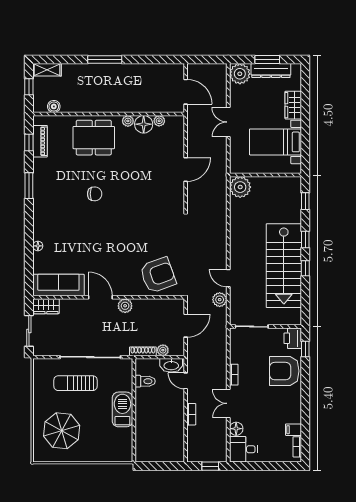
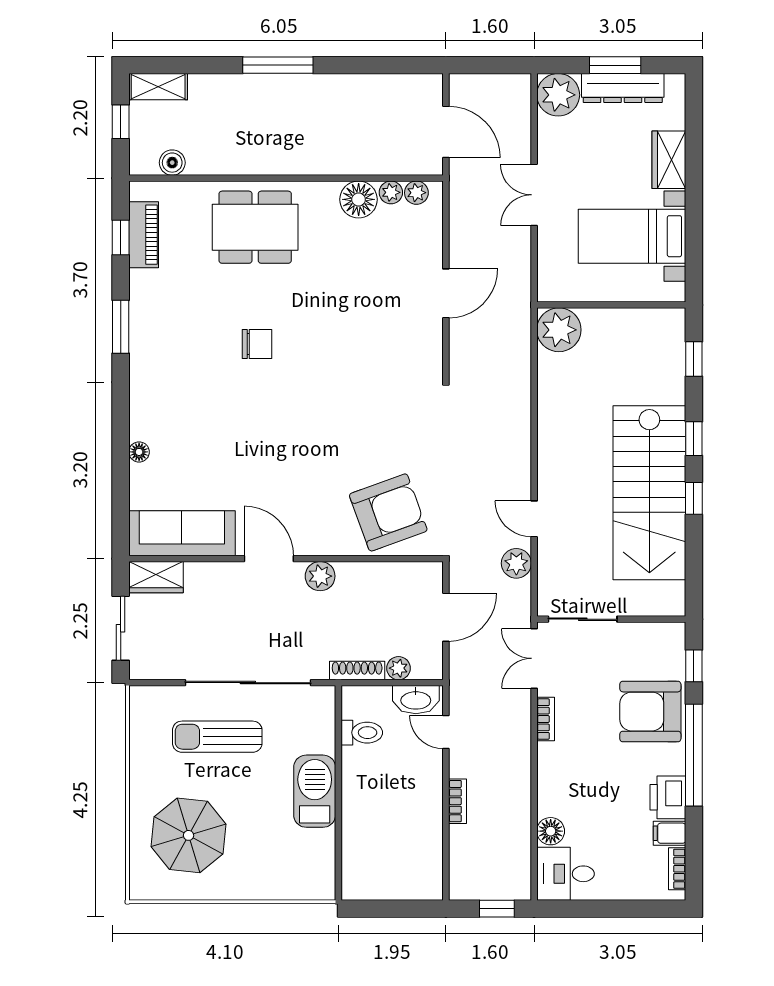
plant: (128, 121) -> (416, 193), moved
printer: (293, 338) -> (668, 797), moved
window: (305, 392) -> (694, 755), added
double door: (228, 403) -> (534, 658), moved

